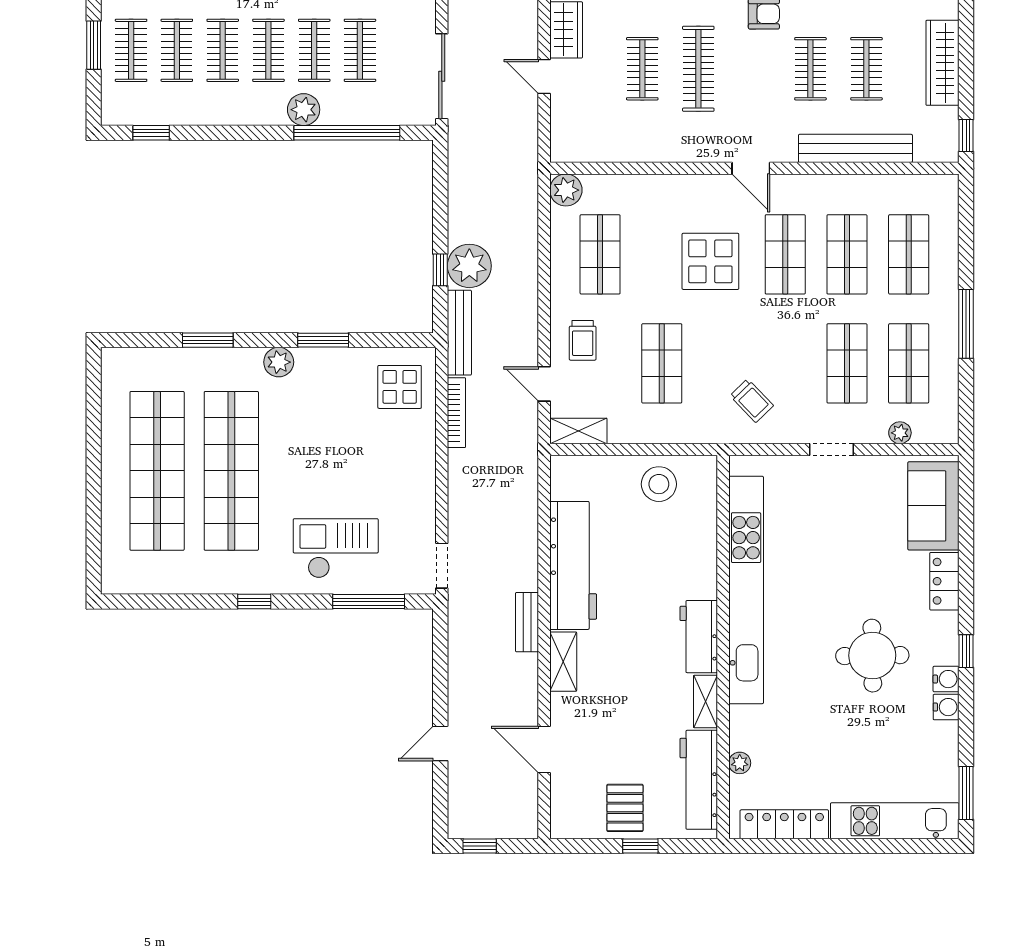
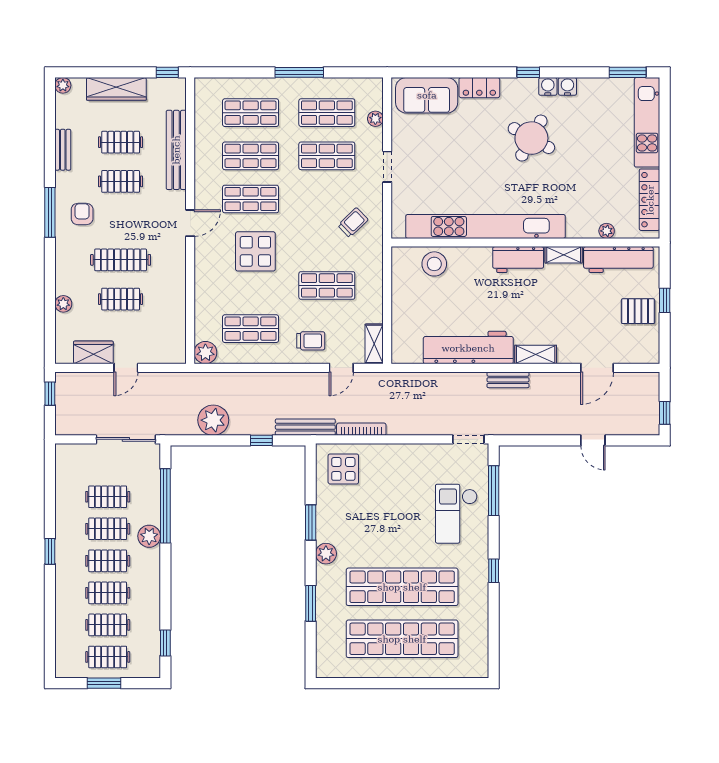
plant: (469, 266) -> (213, 420), moved
stool: (659, 484) -> (434, 264), moved
round table: (872, 656) -> (531, 138), turned 30

